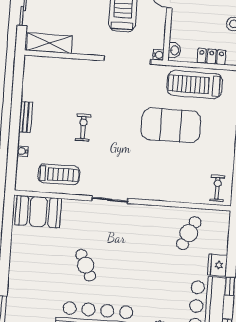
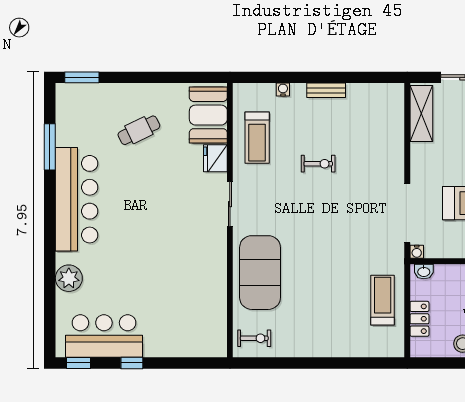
treadmill: (195, 85) -> (383, 300), width x0.73, depth x0.73
exercise mat: (171, 125) -> (260, 273), moved
cafe table: (189, 233) -> (195, 307), removed
cafe table: (86, 265) -> (139, 130), moved
fridge: (218, 265) -> (215, 158), moved, turned -90

